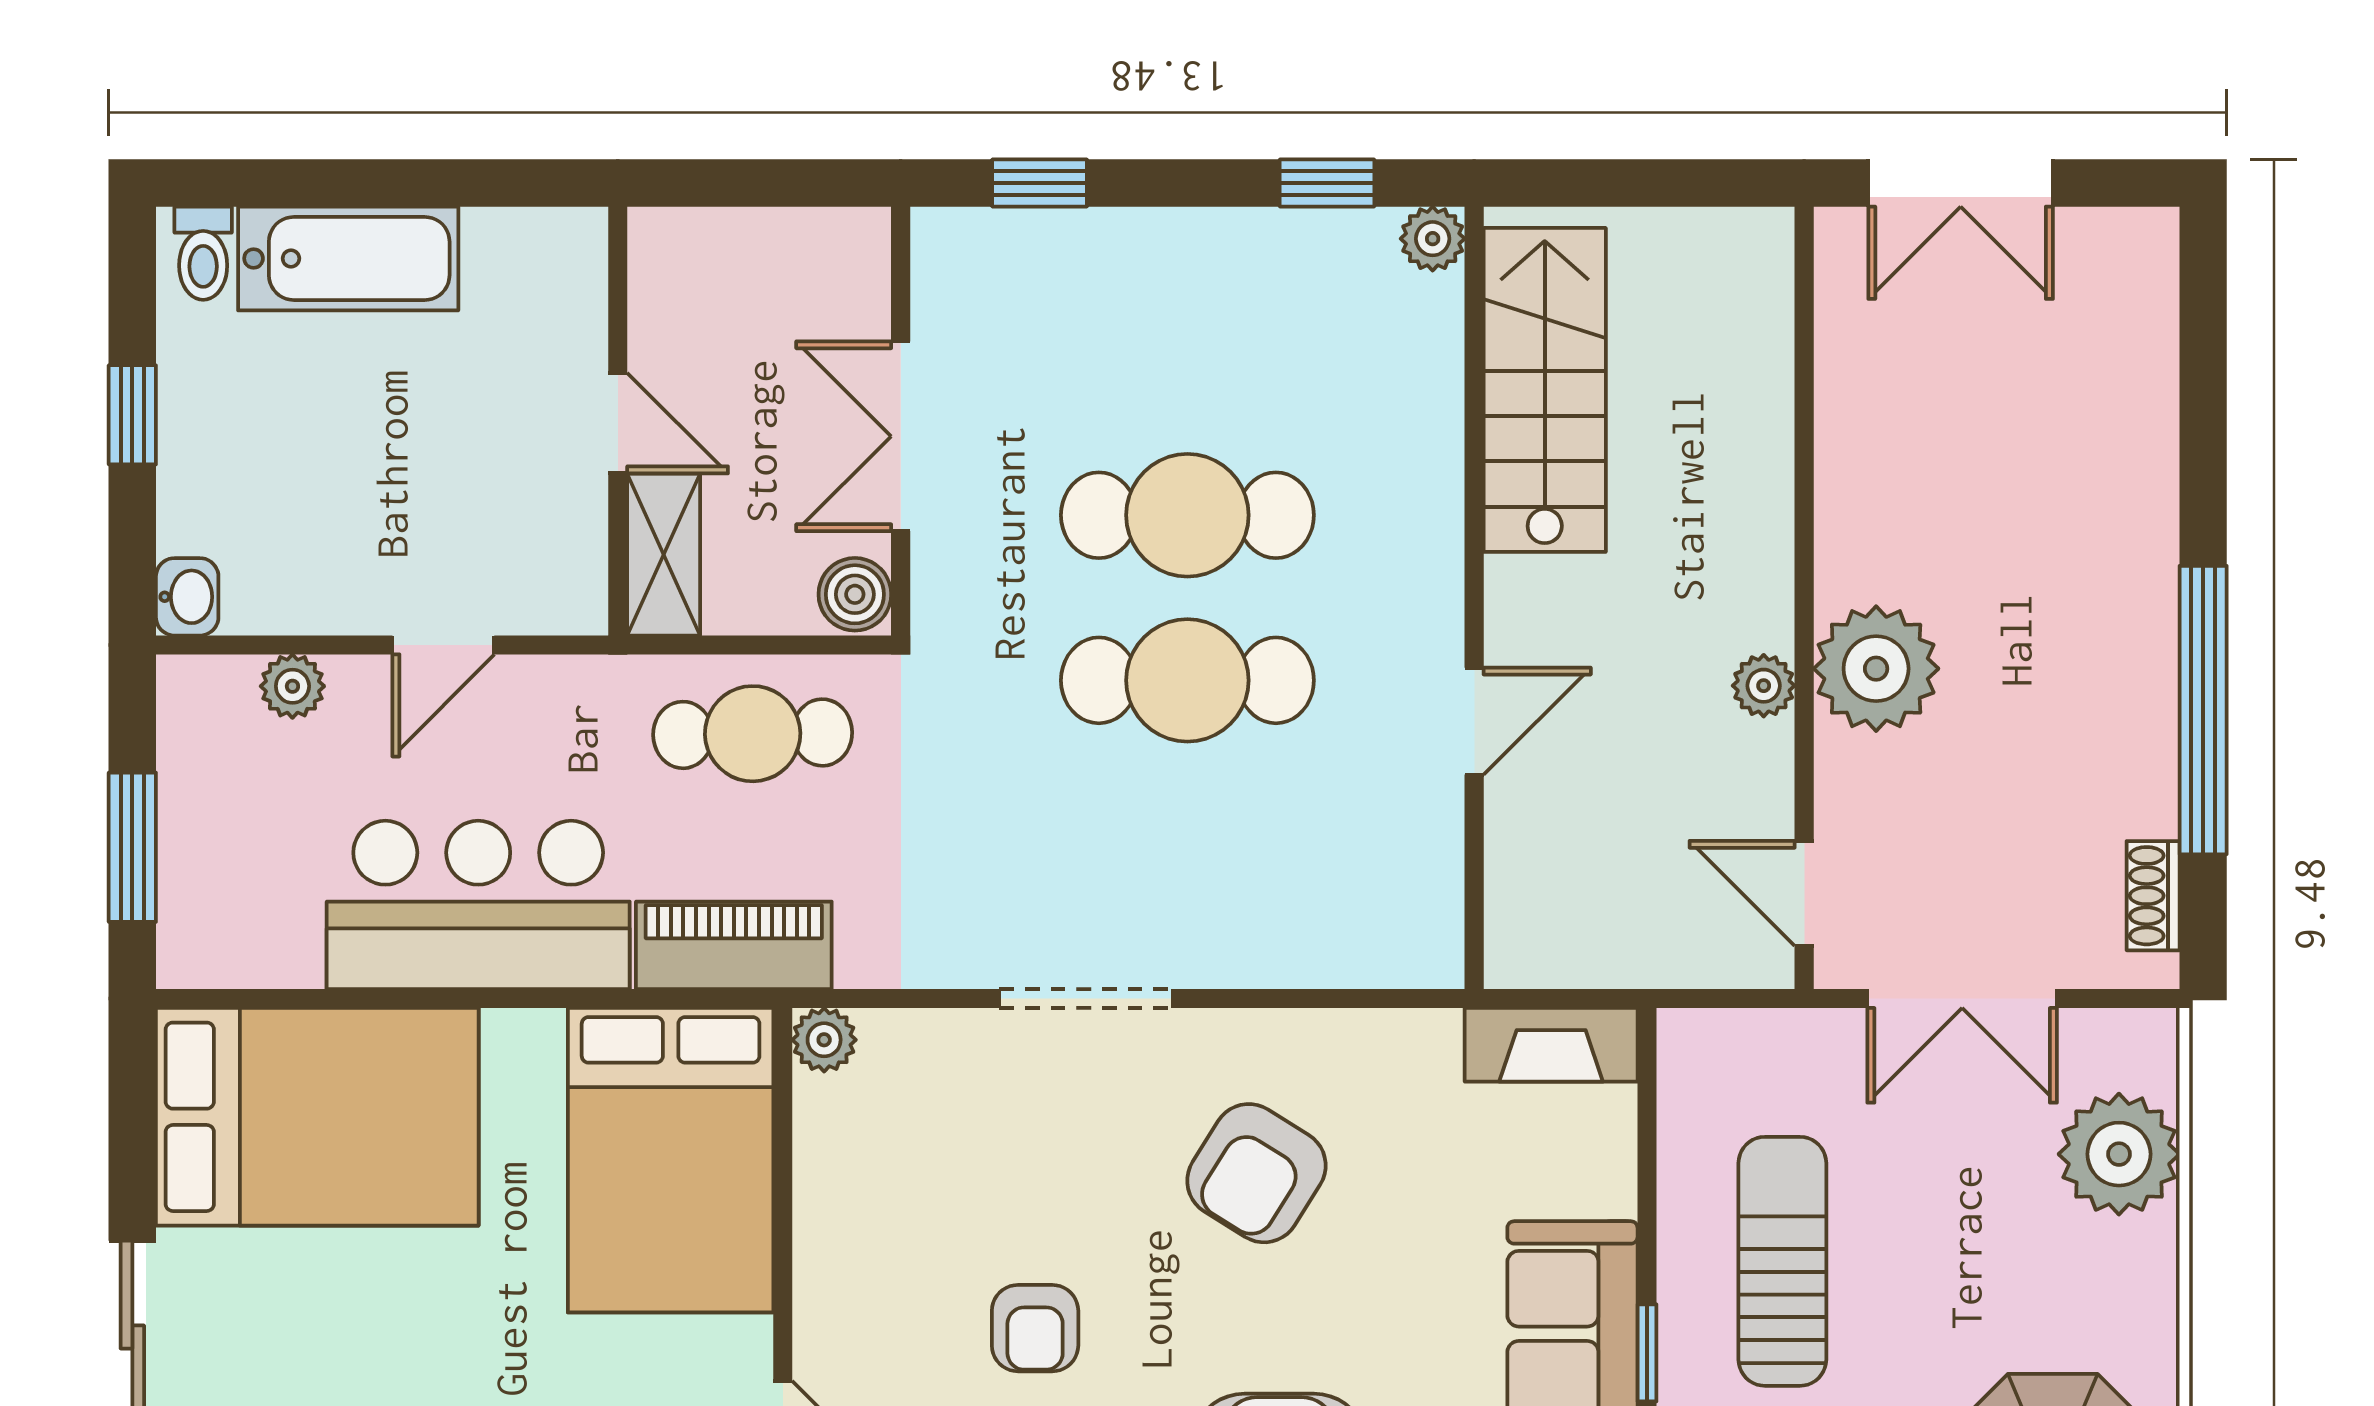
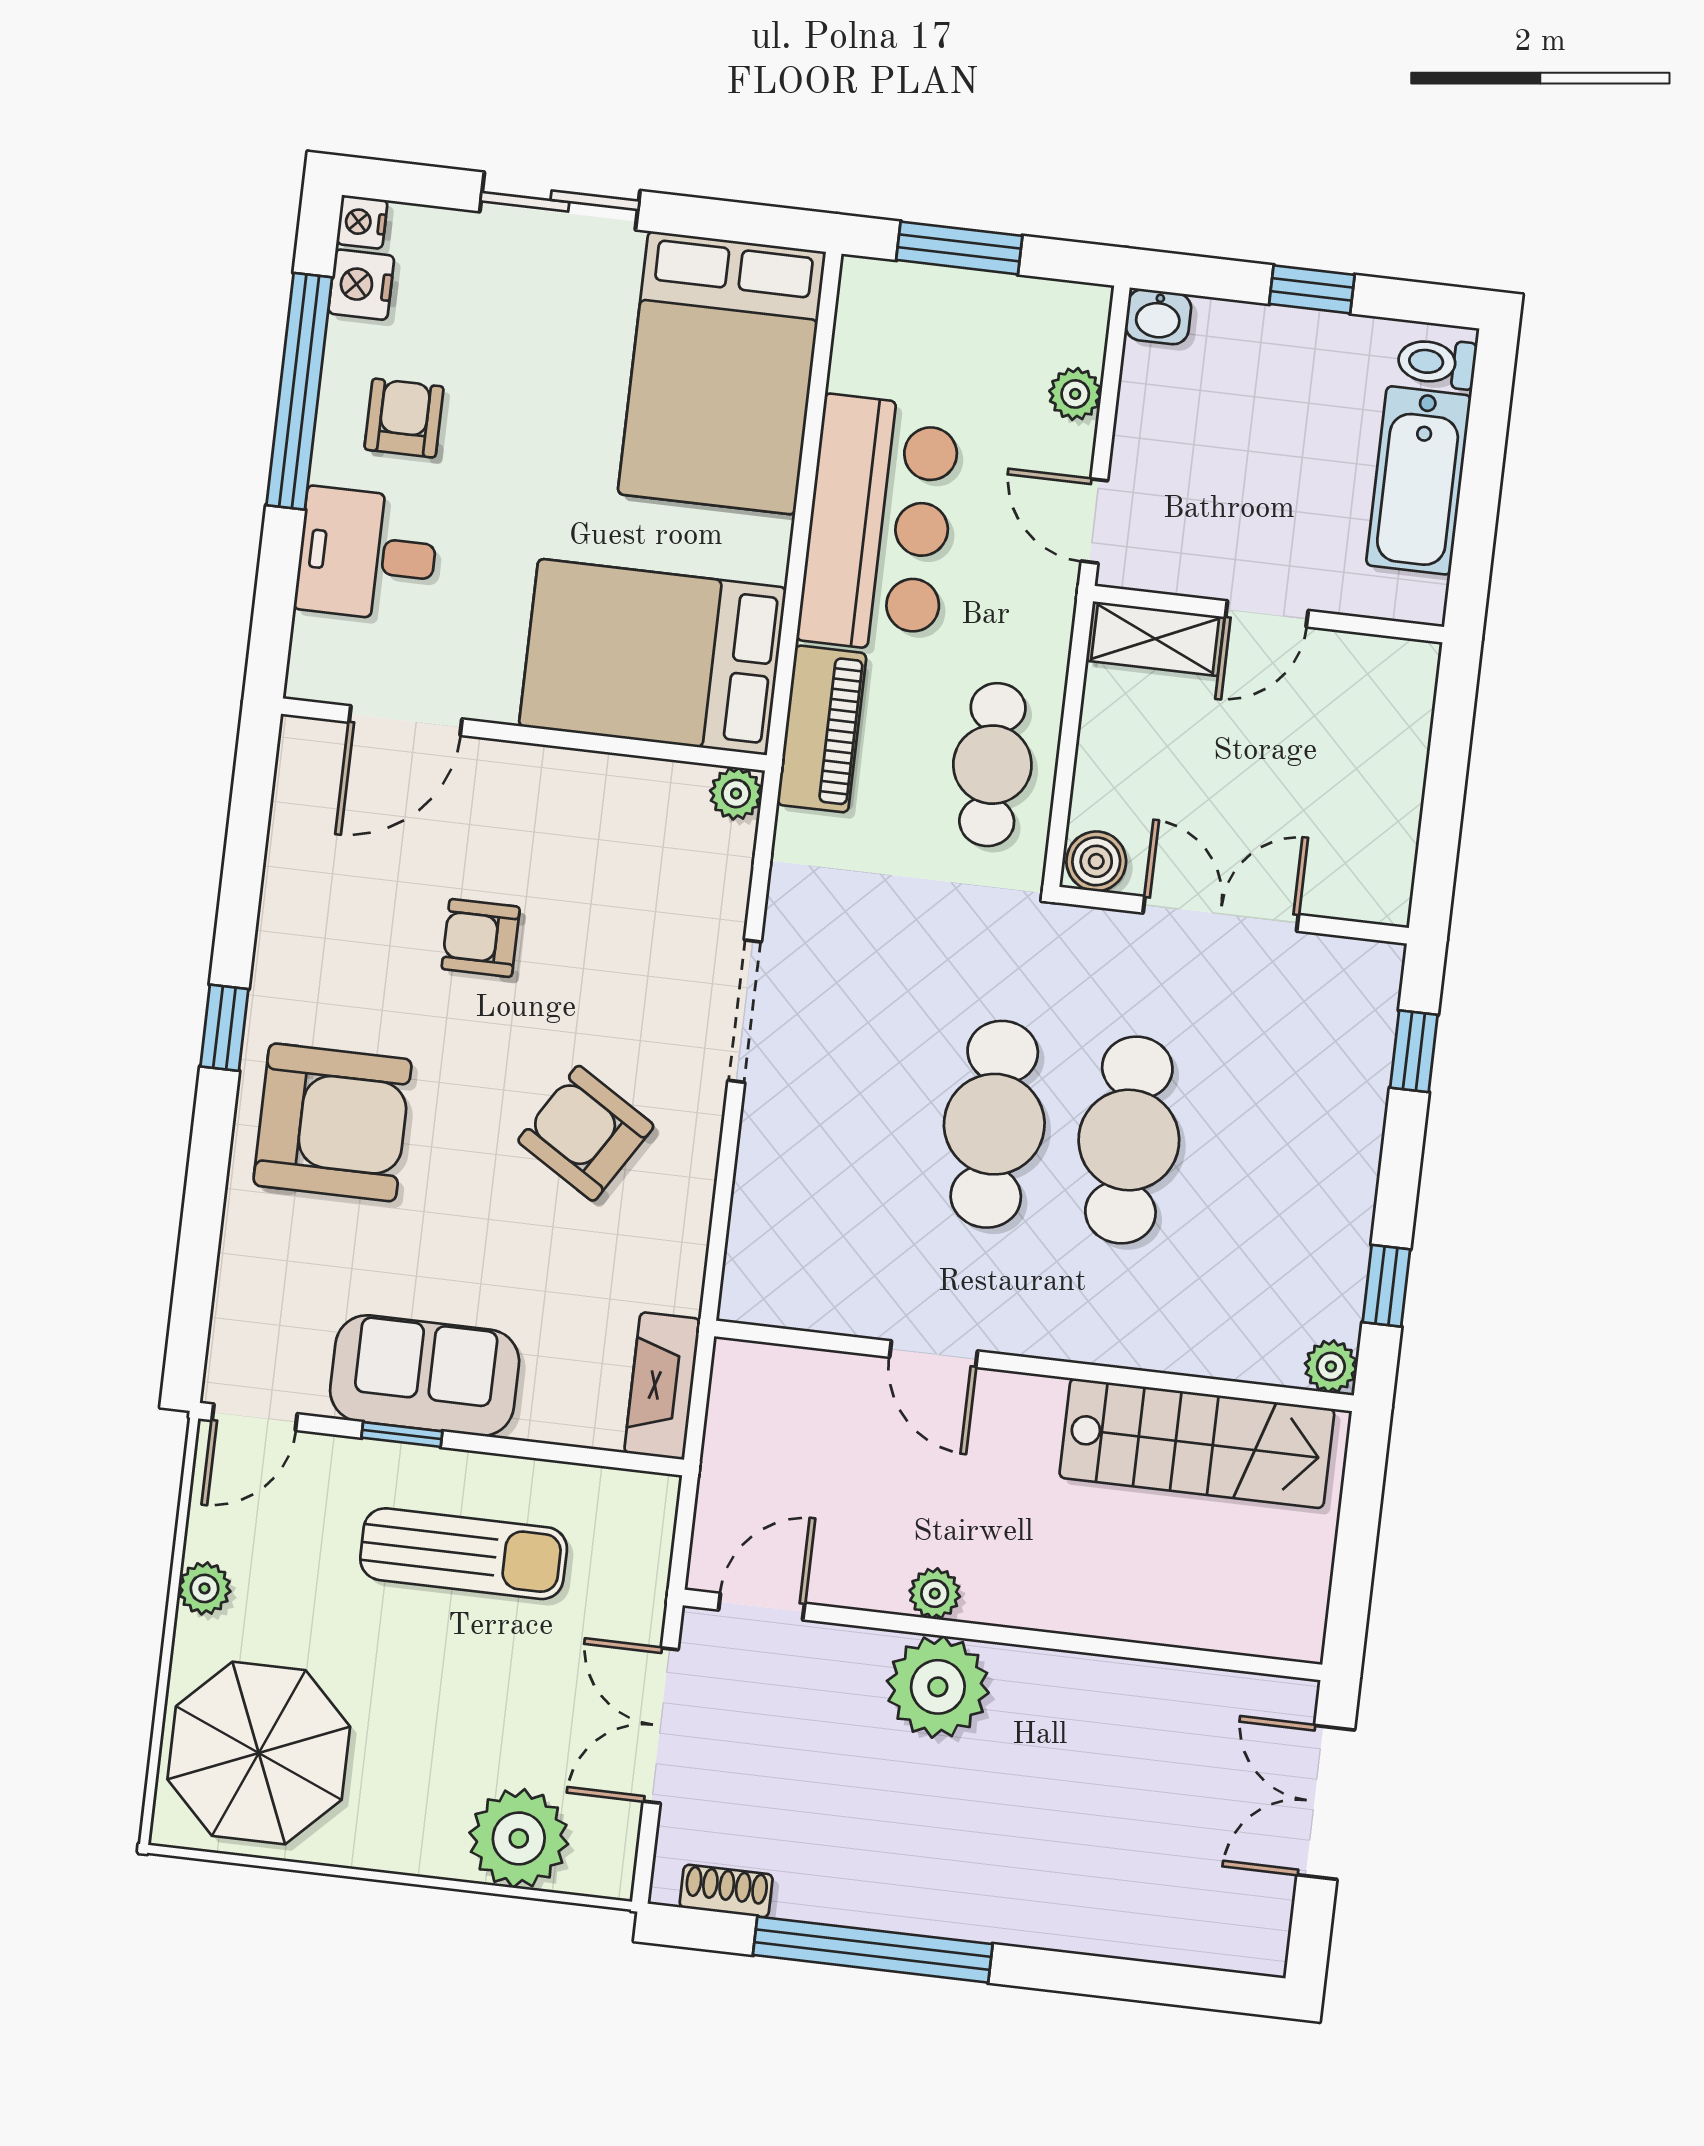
wall: (618, 421) -> (1269, 614), moved
door: (618, 423) -> (1267, 614), moved
shelving: (664, 555) -> (1155, 639), moved

